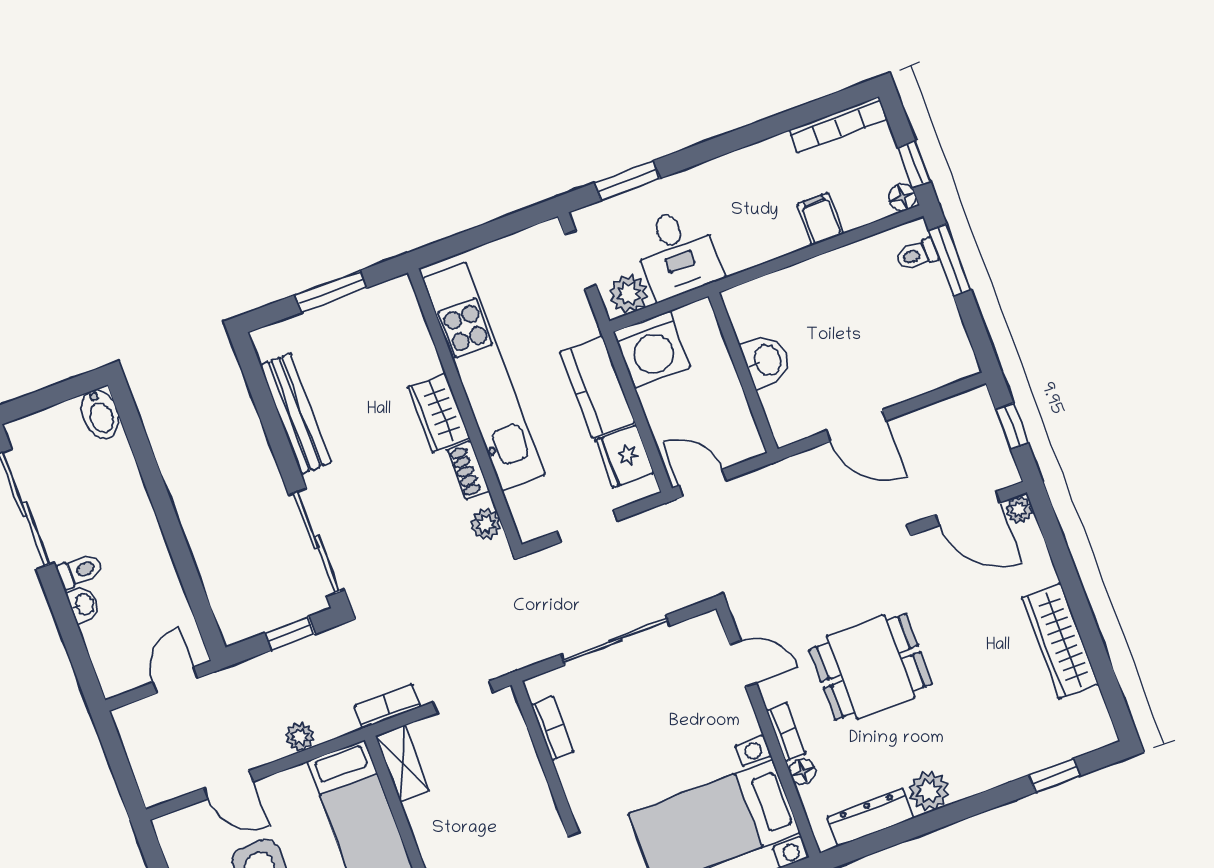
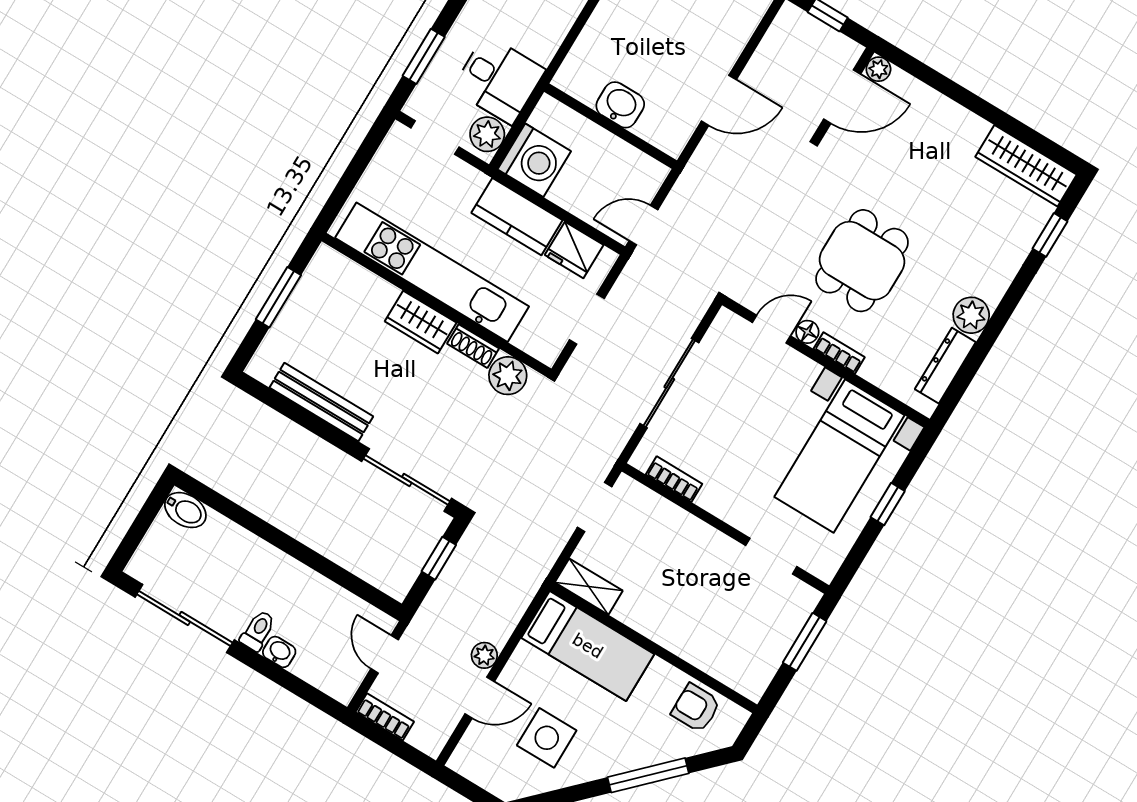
plant: (486, 524) -> (508, 376), width x1.38, depth x1.38
wardrobe: (1060, 641) -> (1026, 166), moved
bookcase: (387, 706) -> (385, 717), moved, turned 90
plant: (300, 737) -> (484, 655), moved
floor lamp: (803, 772) -> (807, 332), moved

